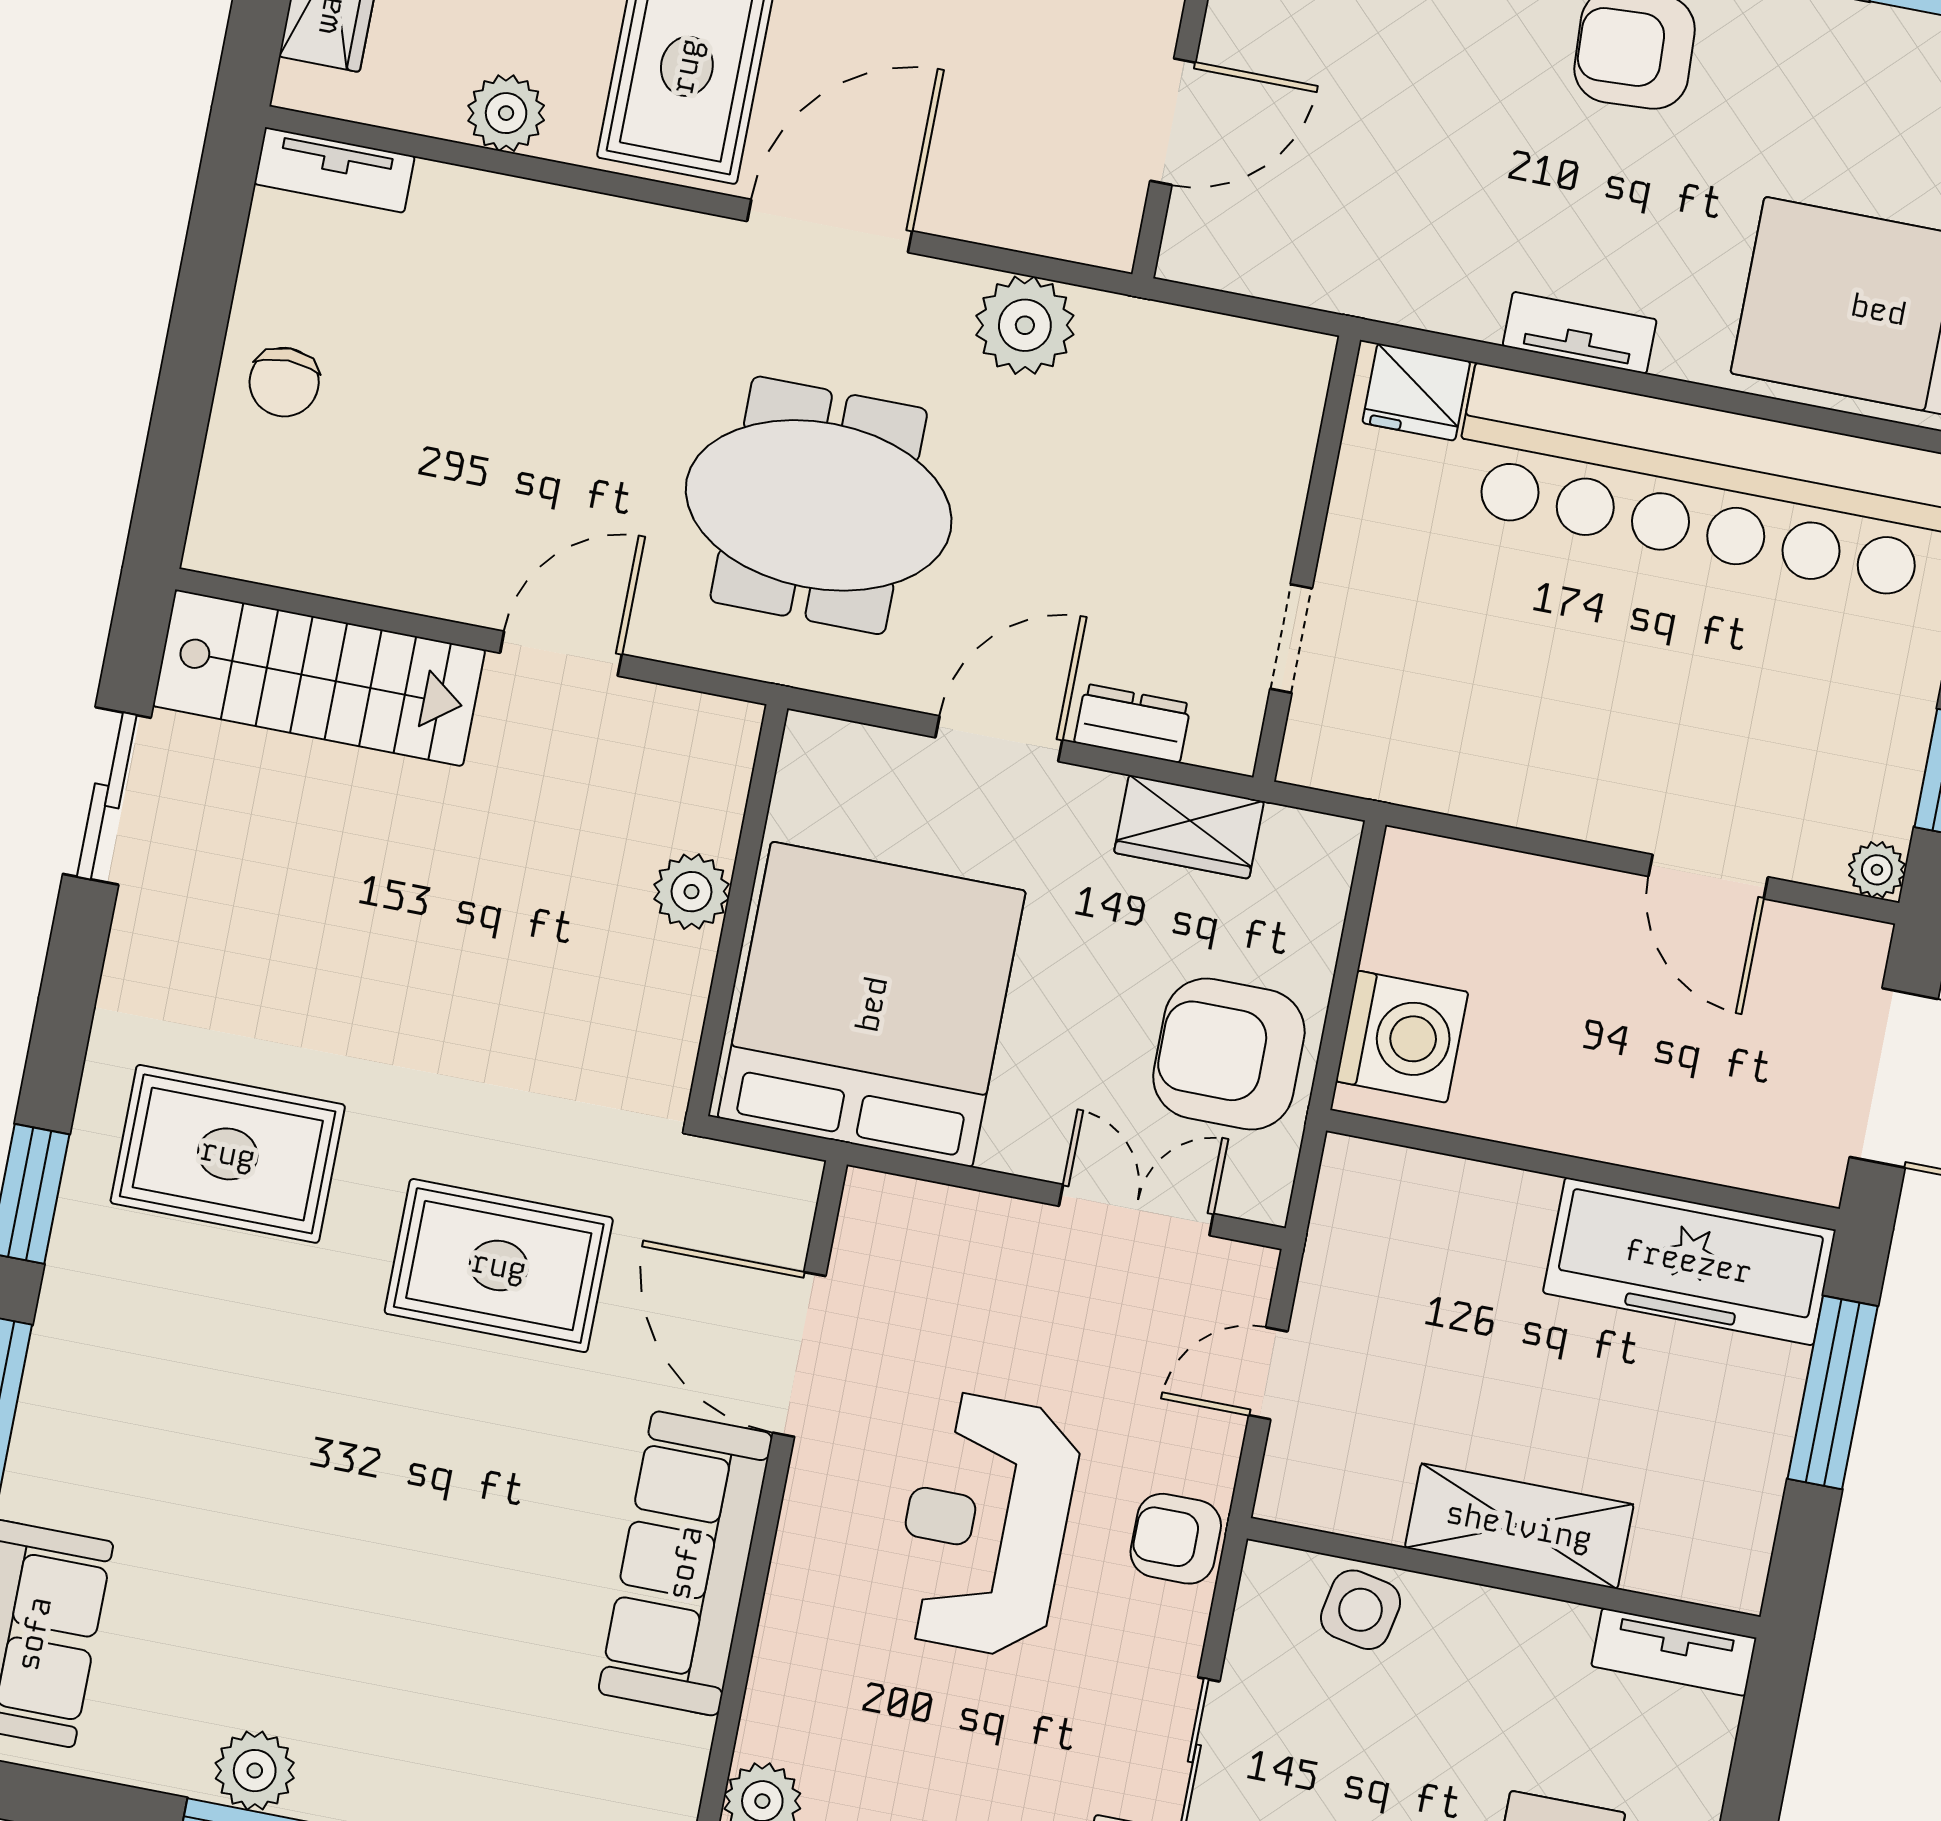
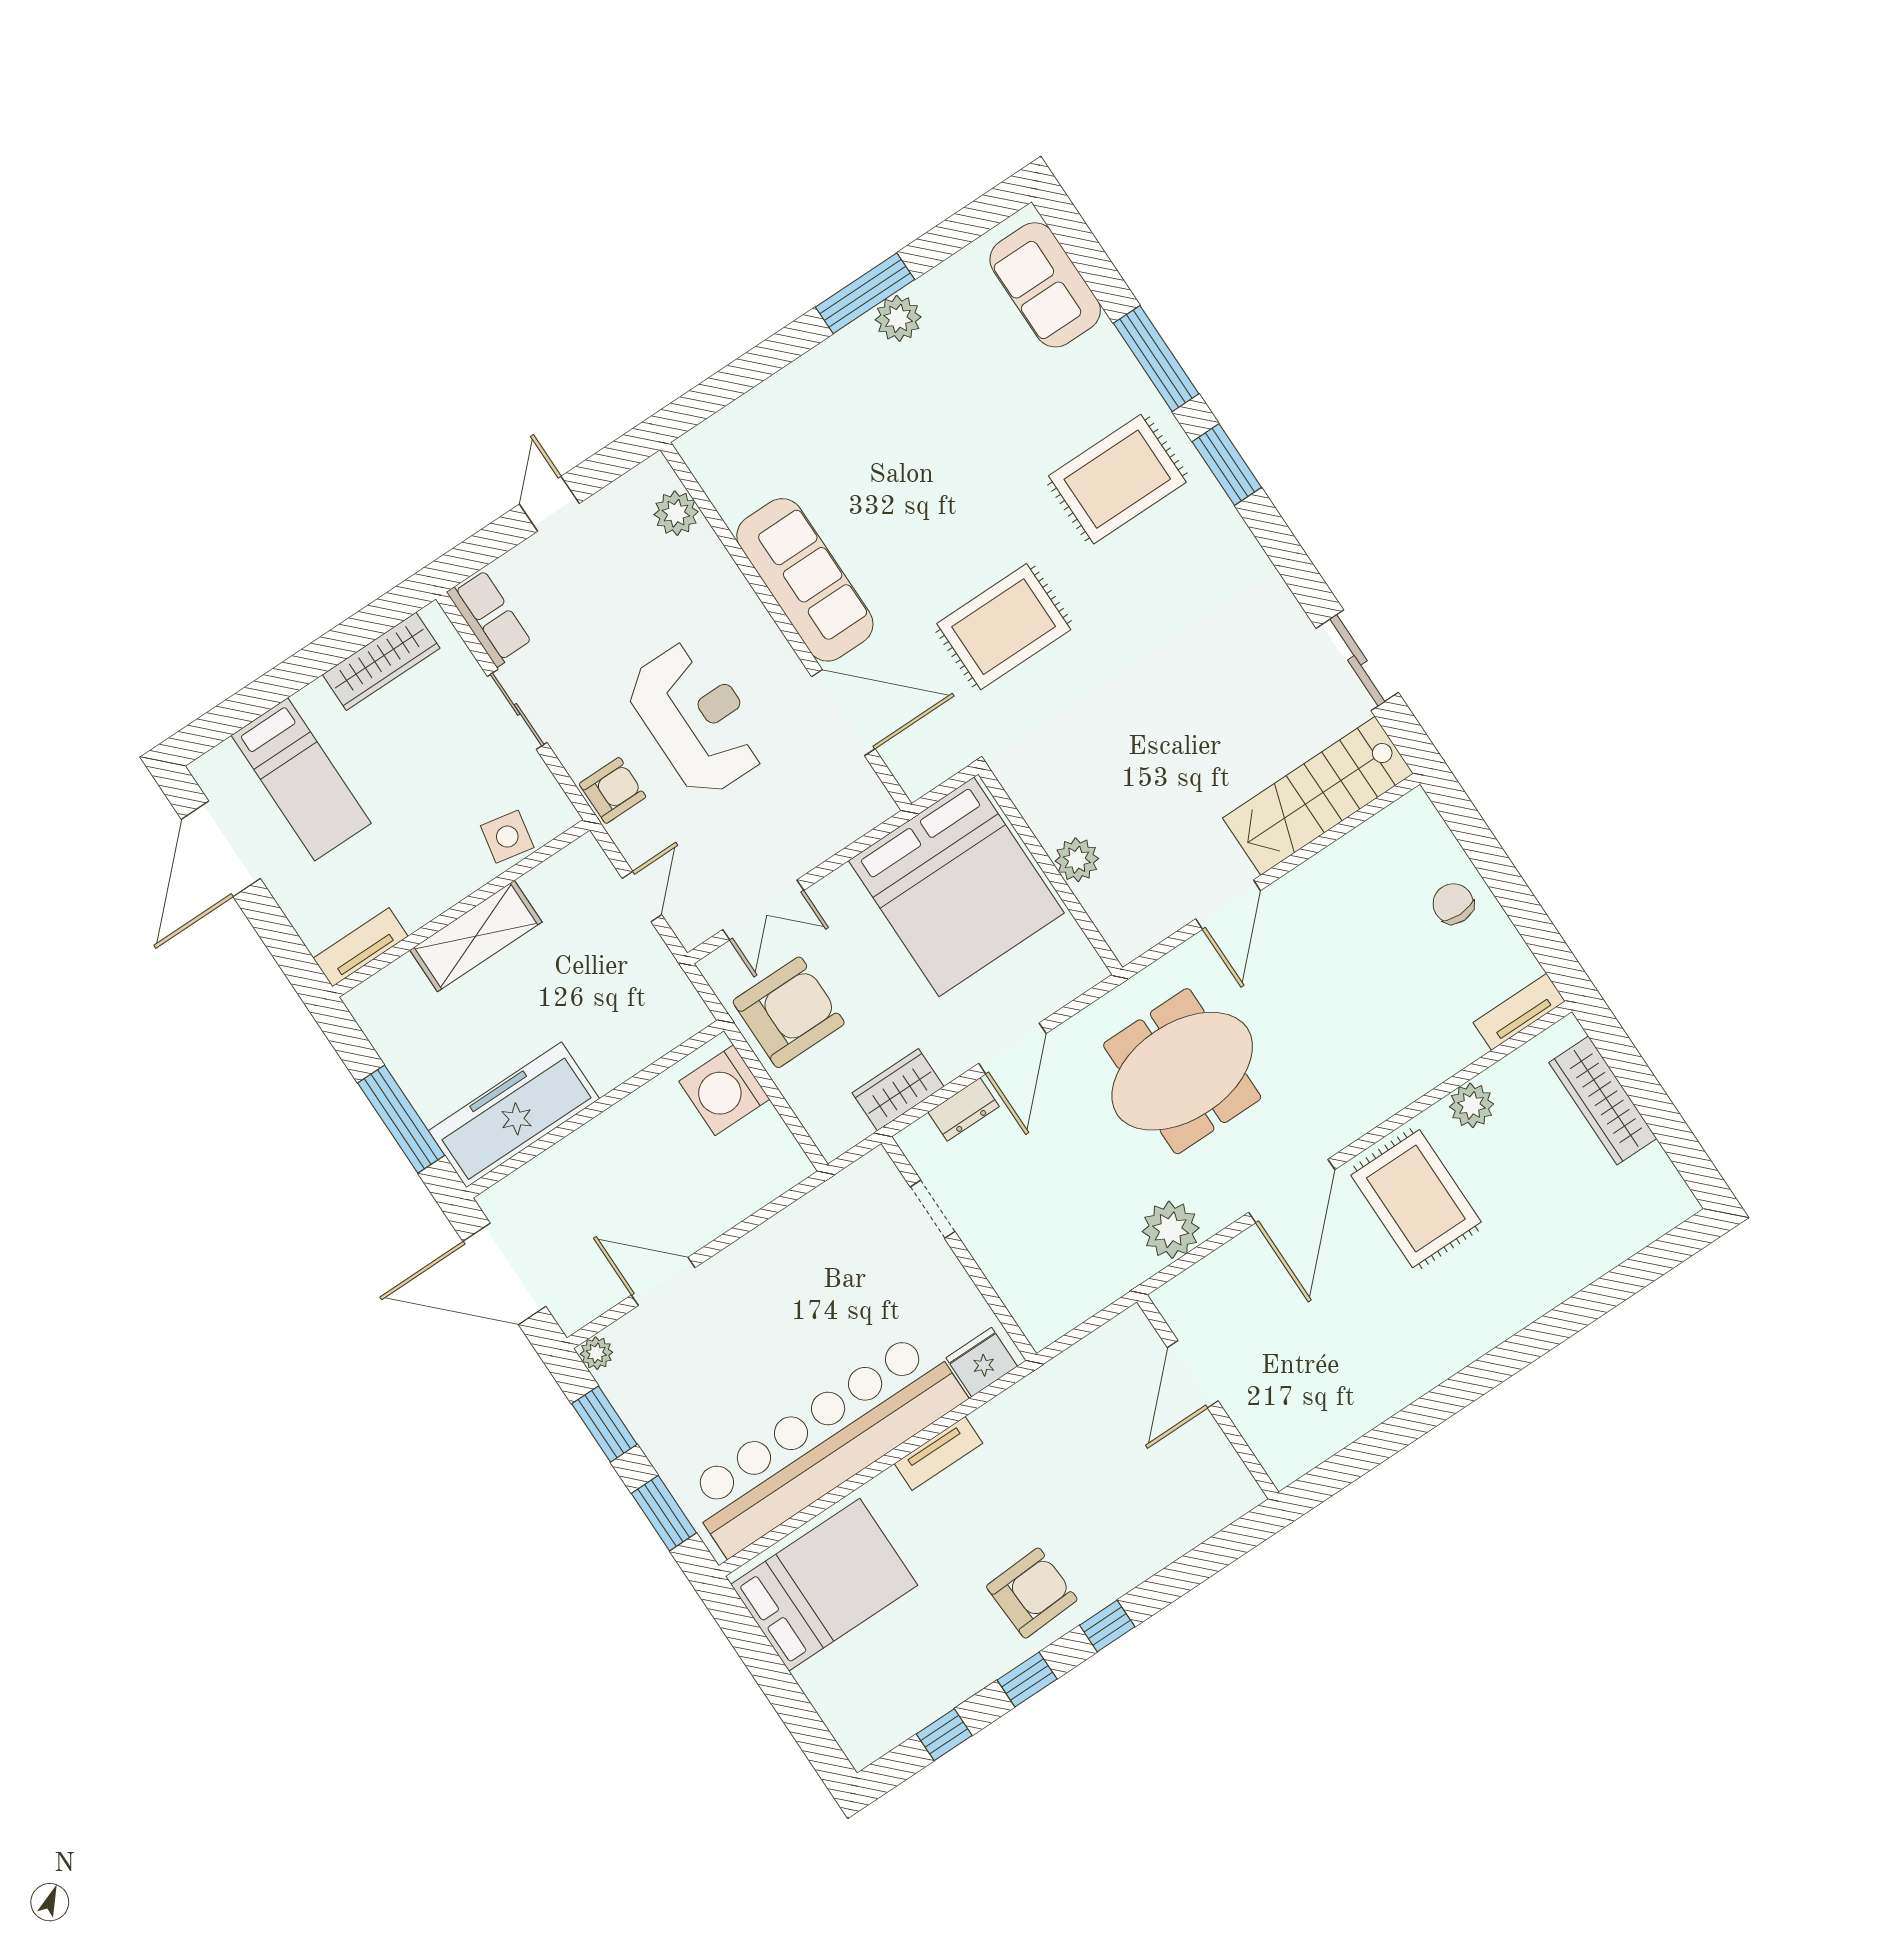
rug: (228, 1154) -> (1117, 479), moved

